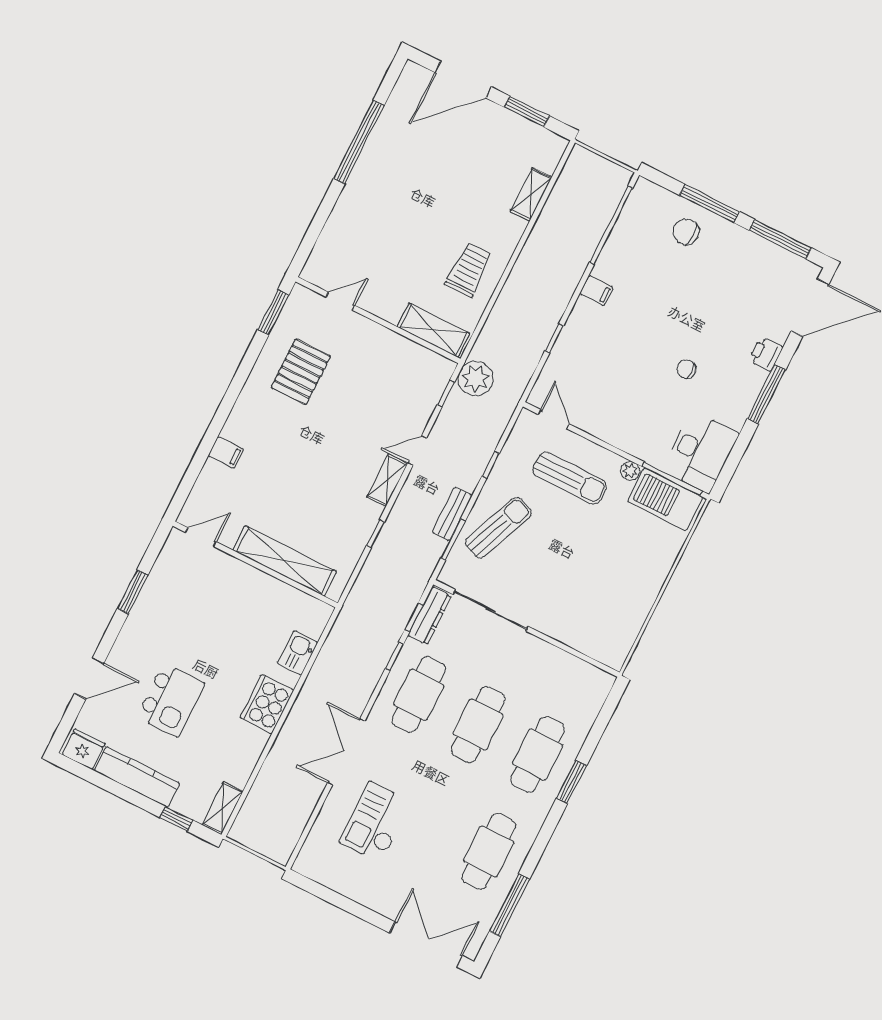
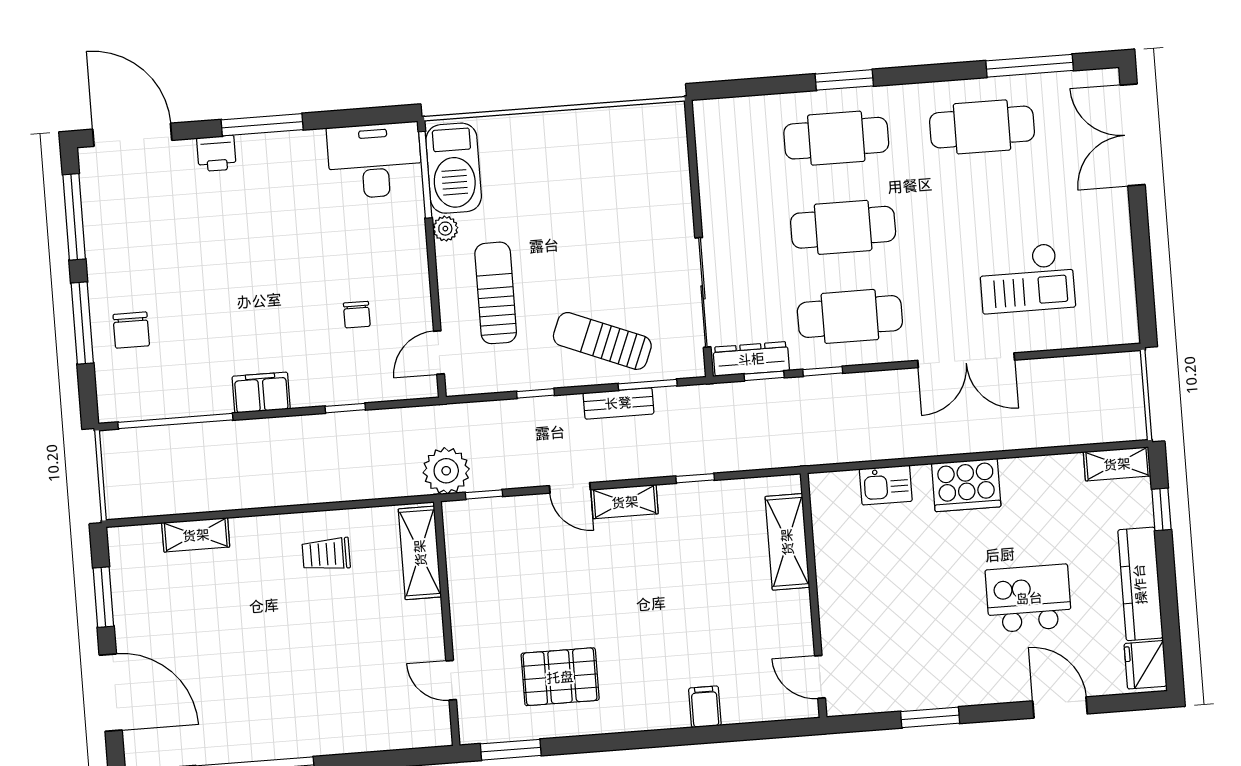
trolley: (469, 270) -> (326, 554), width x0.73, depth x0.72
filing cabinet: (596, 291) -> (261, 393), width x2.00
chair: (686, 369) -> (357, 315), moved
shelving: (285, 561) -> (787, 542), width x0.68

